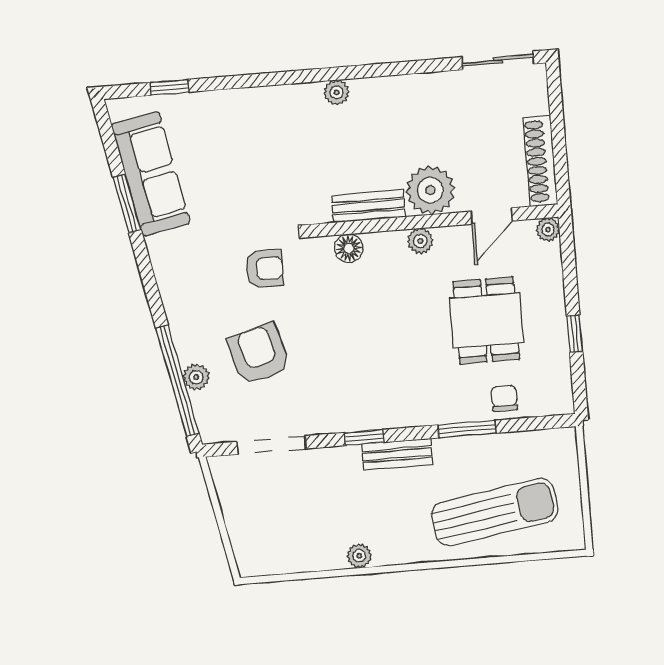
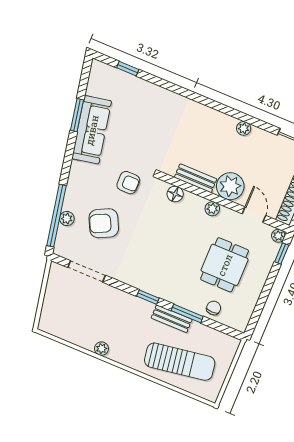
plant: (337, 92) -> (244, 128), moved
sofa: (151, 174) -> (92, 130), moved
door: (492, 216) -> (254, 215), swing flipped
window: (575, 334) -> (282, 253), moved
armchair: (259, 354) -> (104, 223), turned -101
window: (364, 437) -> (148, 297), moved
bench: (397, 454) -> (172, 319), moved

